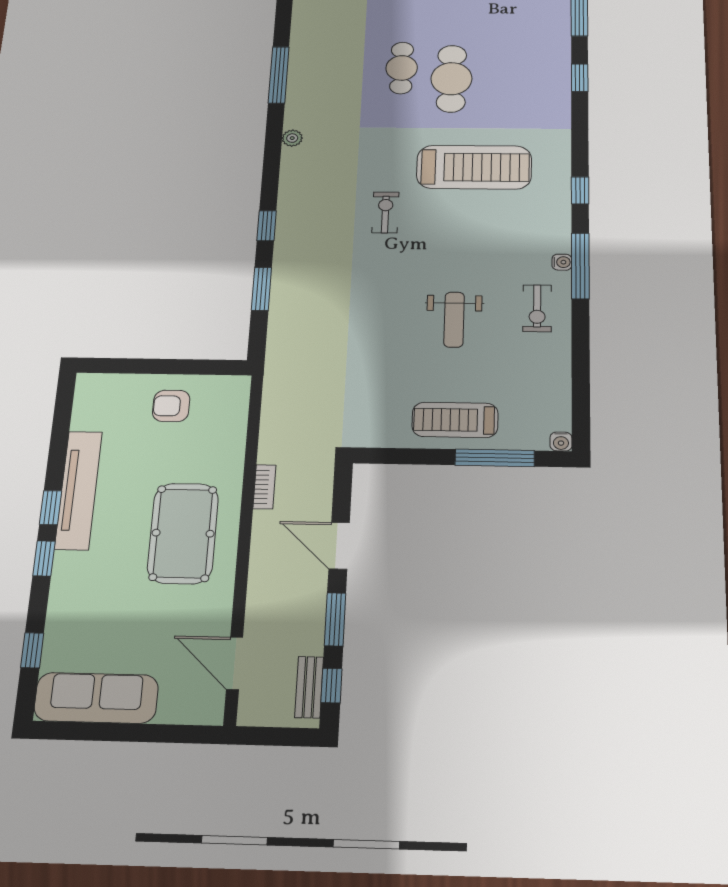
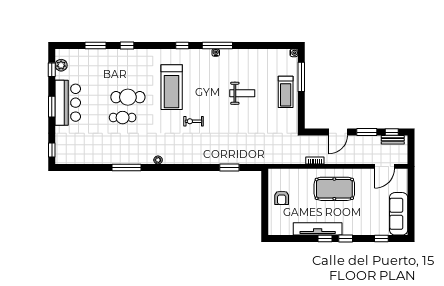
treadmill: (474, 167) -> (172, 87), turned 180
window: (267, 226) -> (200, 167), removed
exercise bike: (537, 308) -> (237, 62), removed

